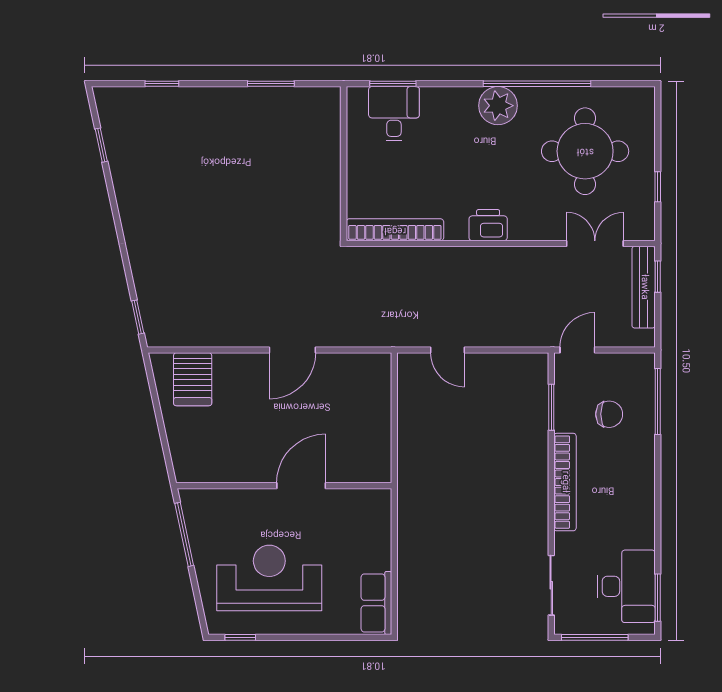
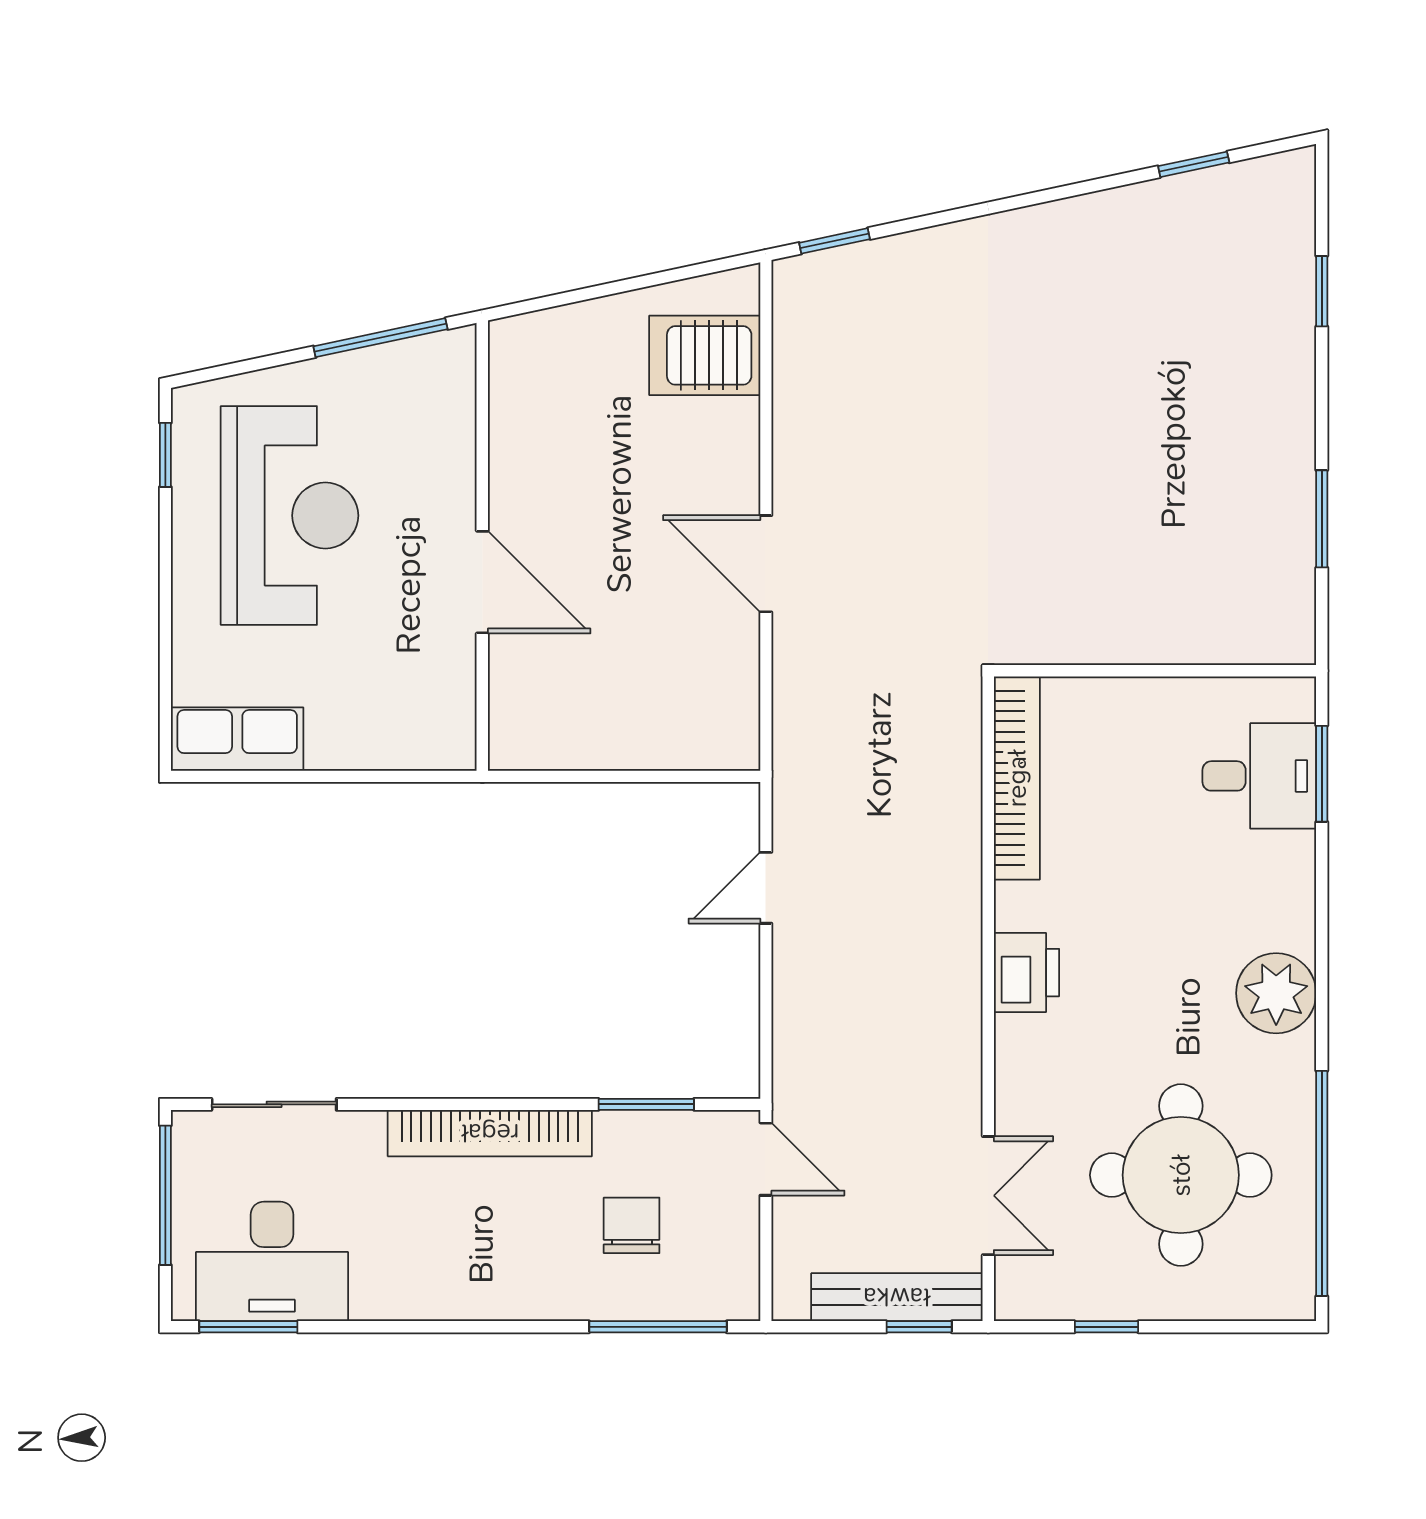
window: (537, 84) -> (1322, 1183), moved
chair: (609, 414) -> (632, 1225), turned 180

